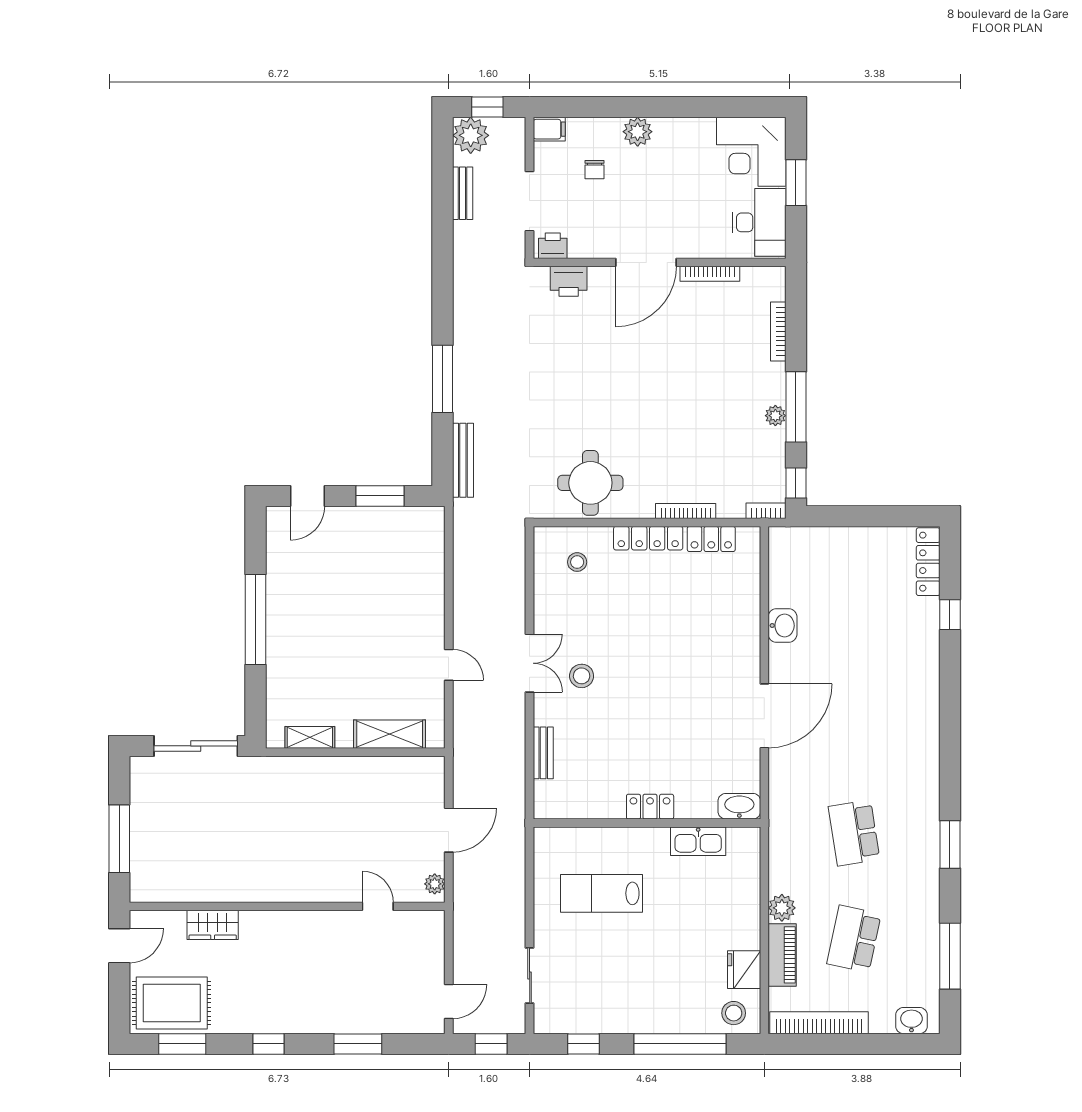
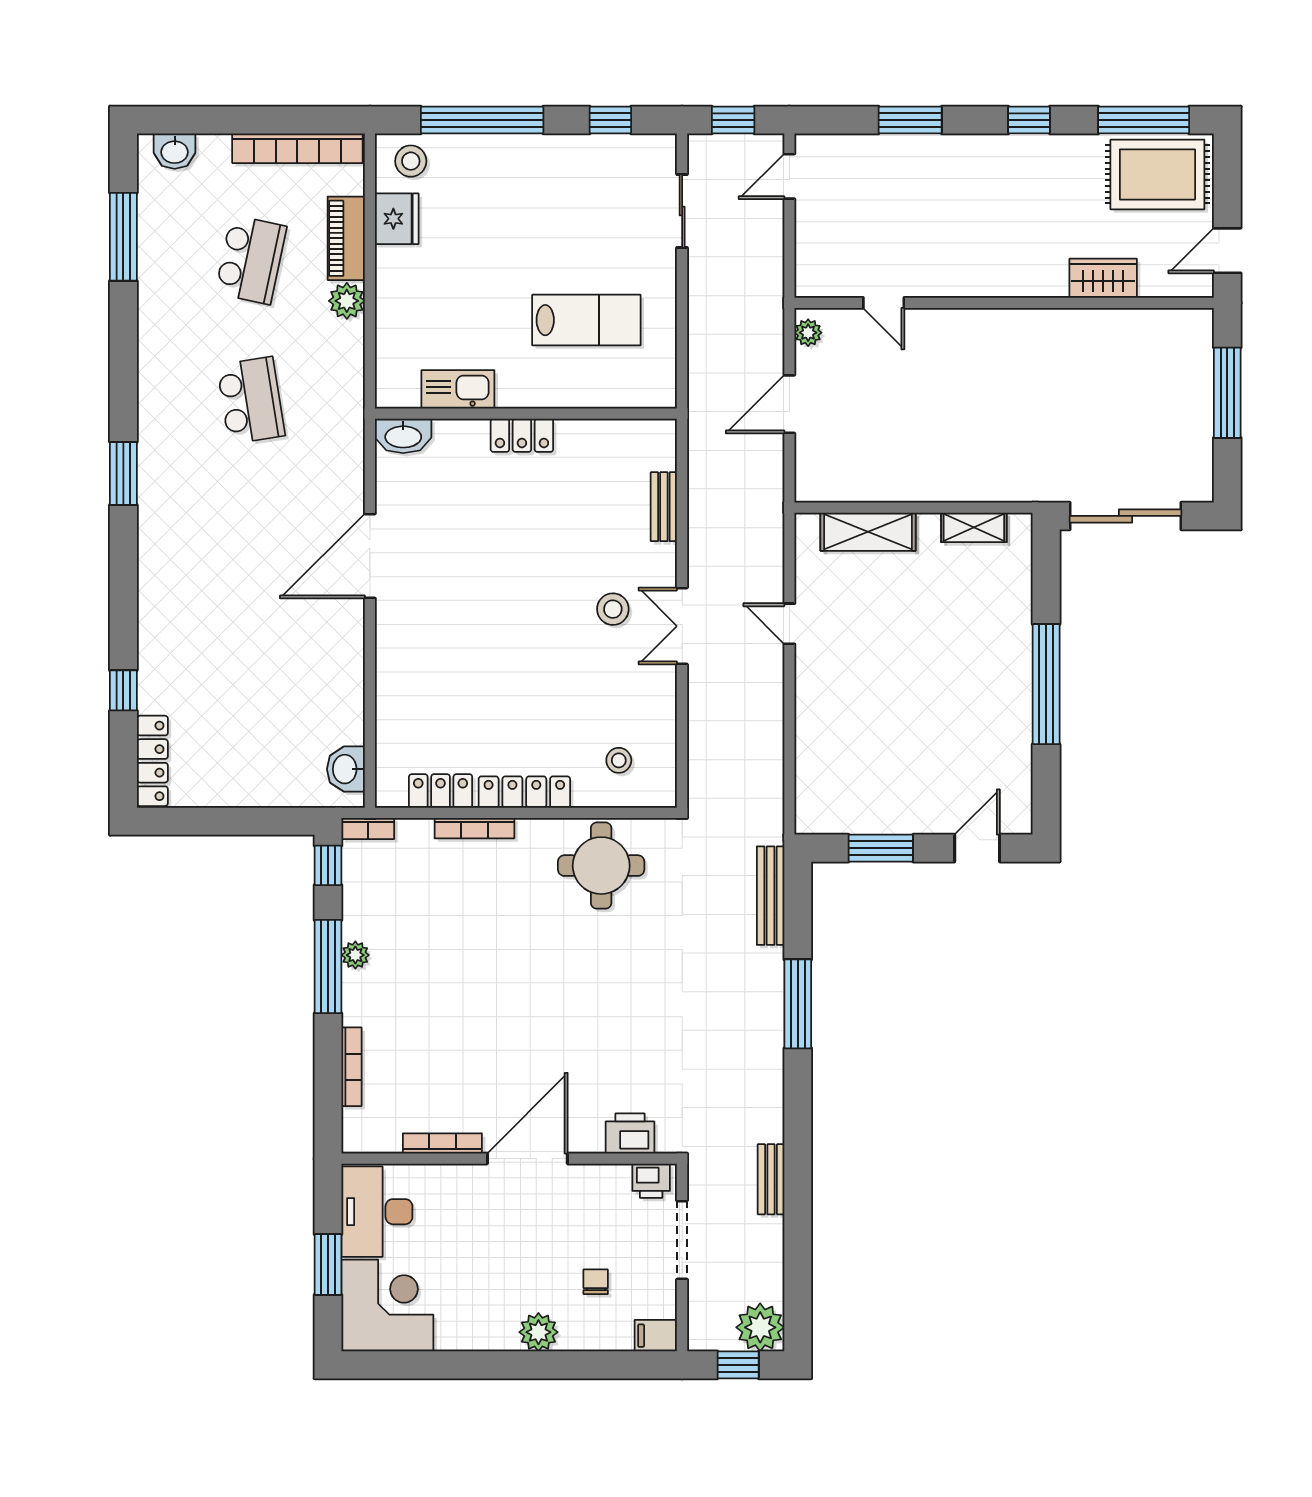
bench: (463, 193) -> (771, 1179), moved
washbasin: (783, 626) -> (346, 769), moved
window: (950, 845) -> (123, 473), moved
window: (182, 1044) -> (1144, 120), width x1.44

